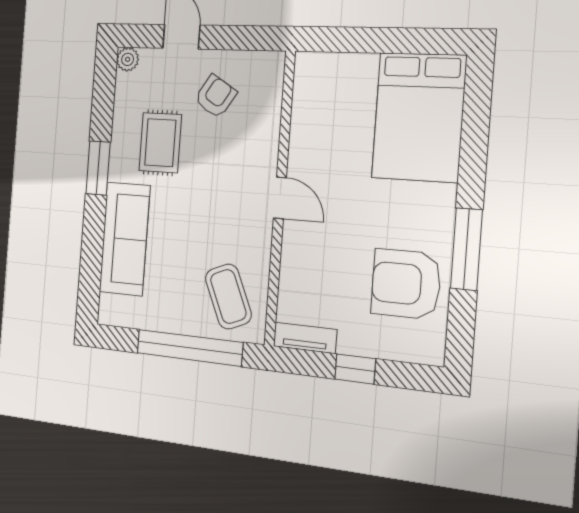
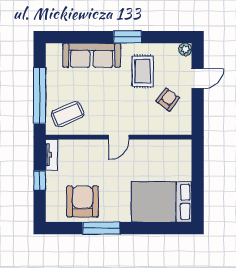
armchair: (216, 96) -> (168, 100), turned -85
rug: (160, 143) -> (143, 71), turned 90

